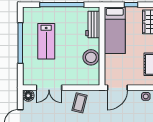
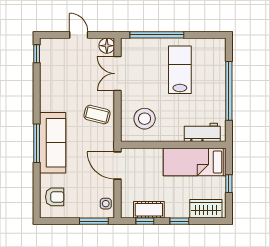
lab bench: (46, 41) -> (180, 70), turned 90
window: (20, 43) -> (157, 35), moved
stool: (91, 57) -> (145, 119), moved

